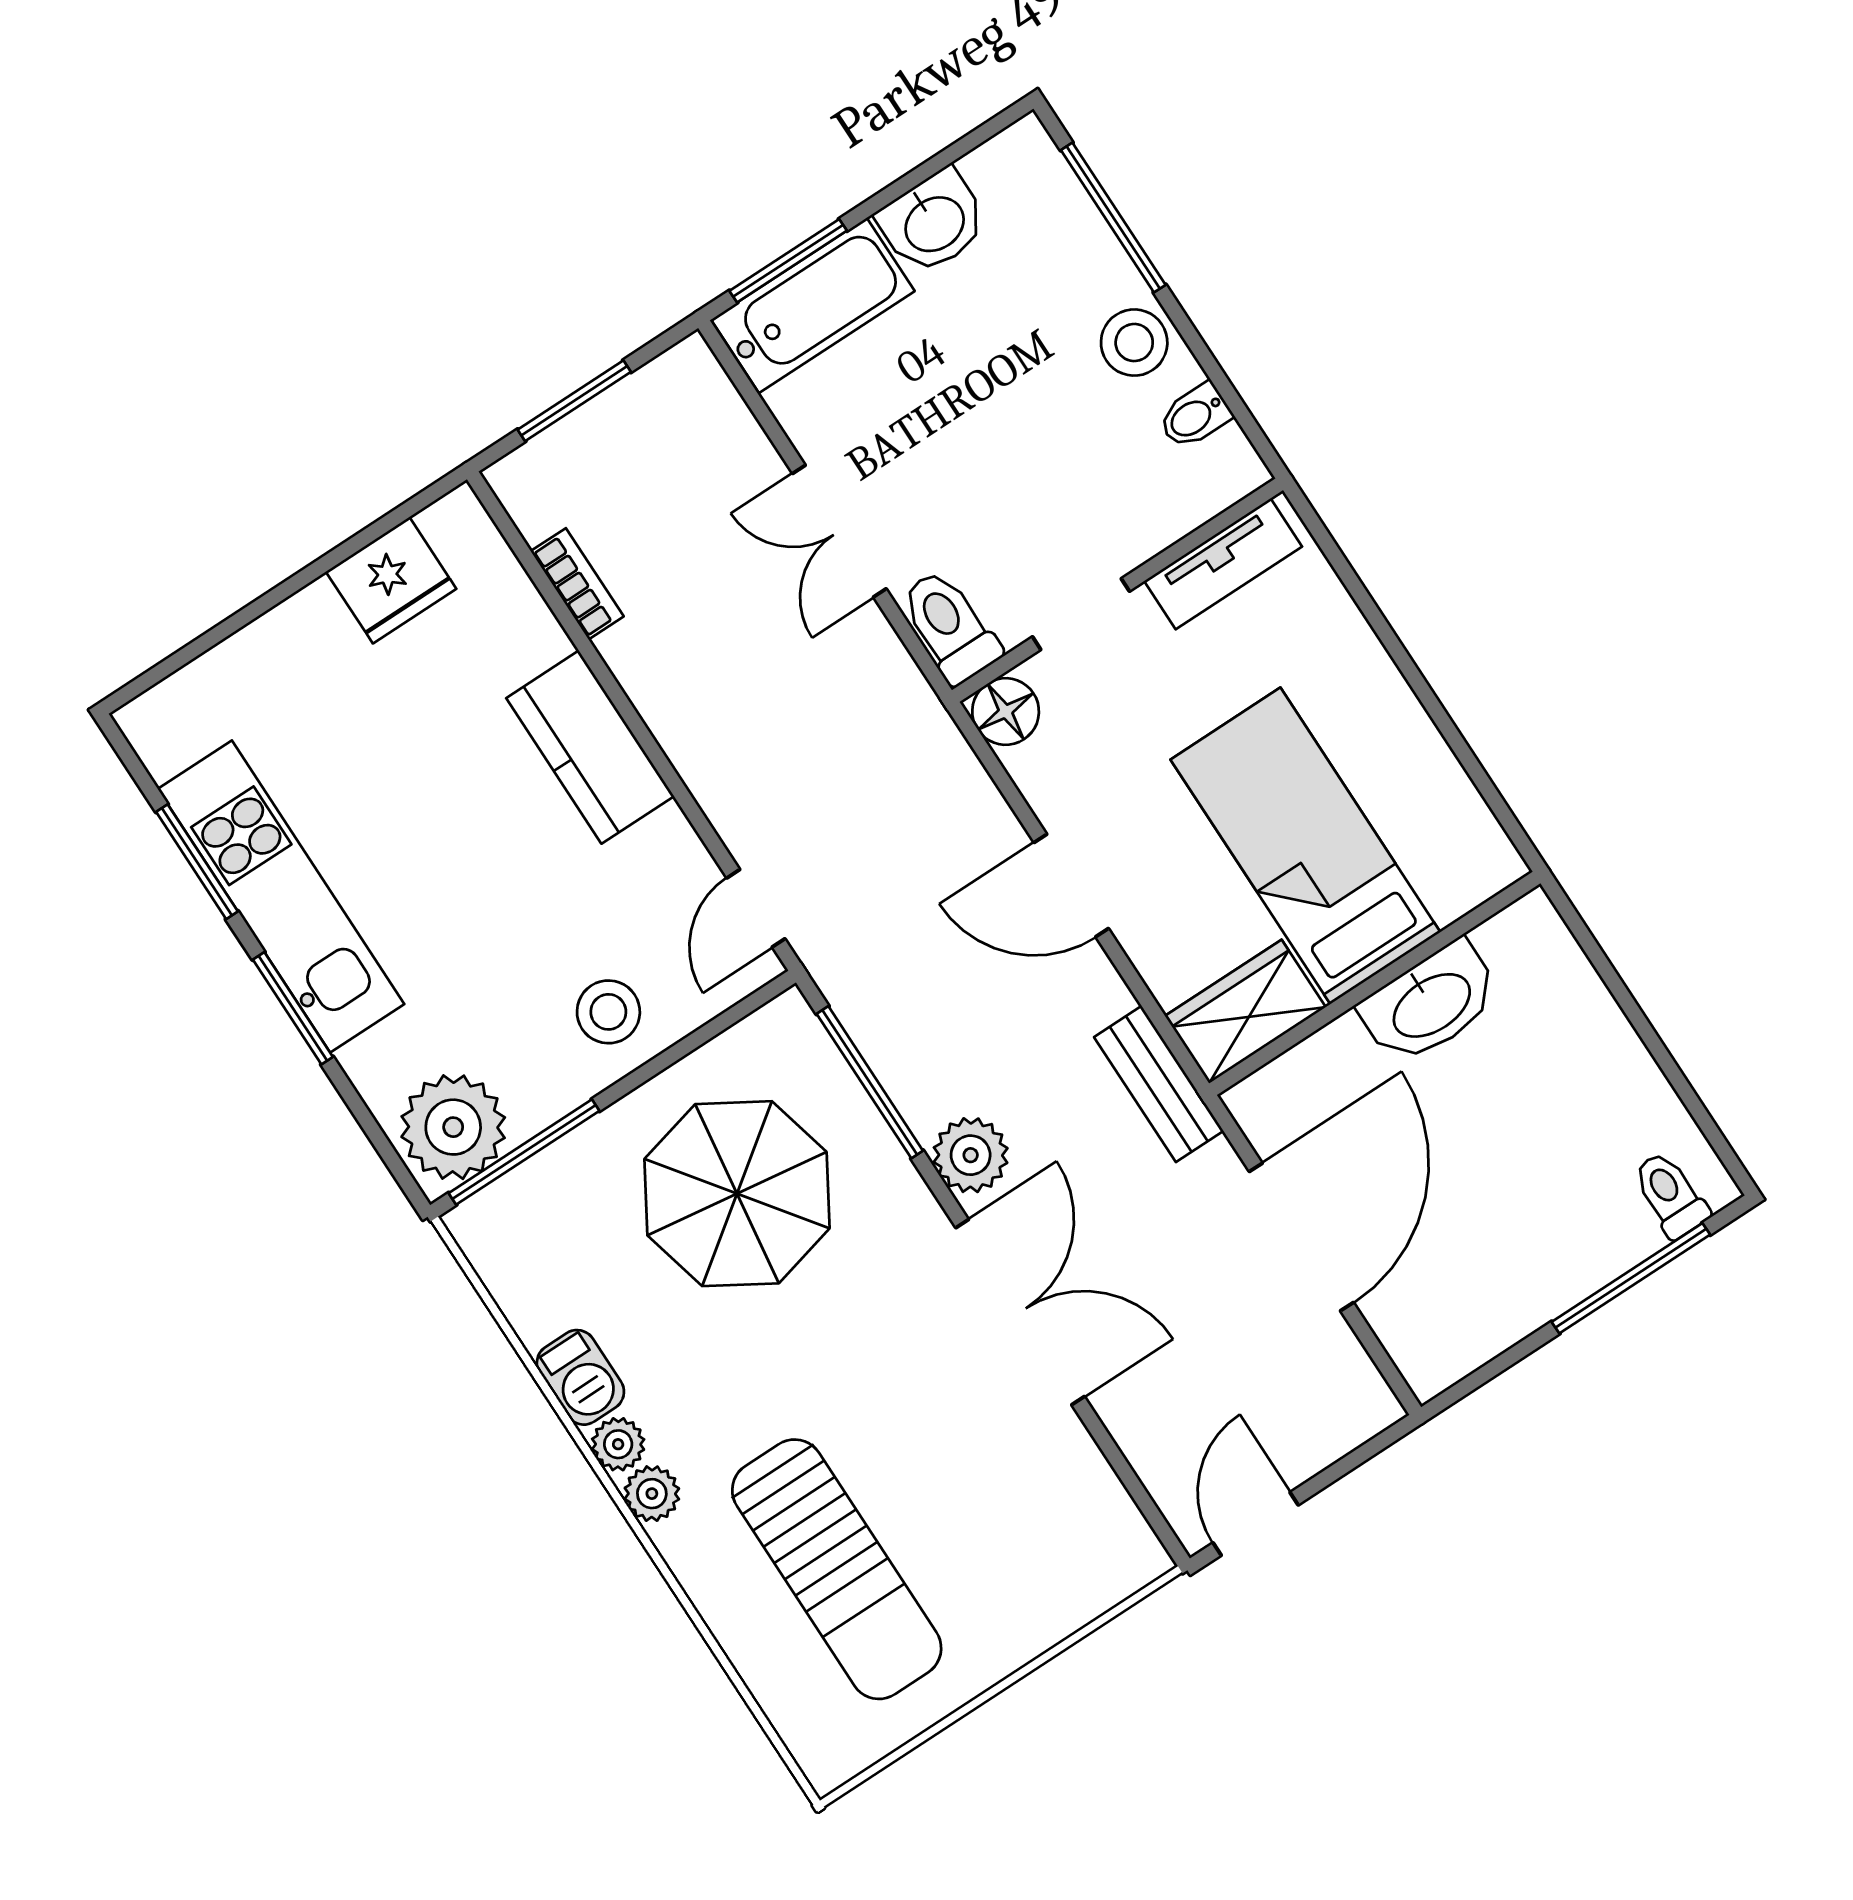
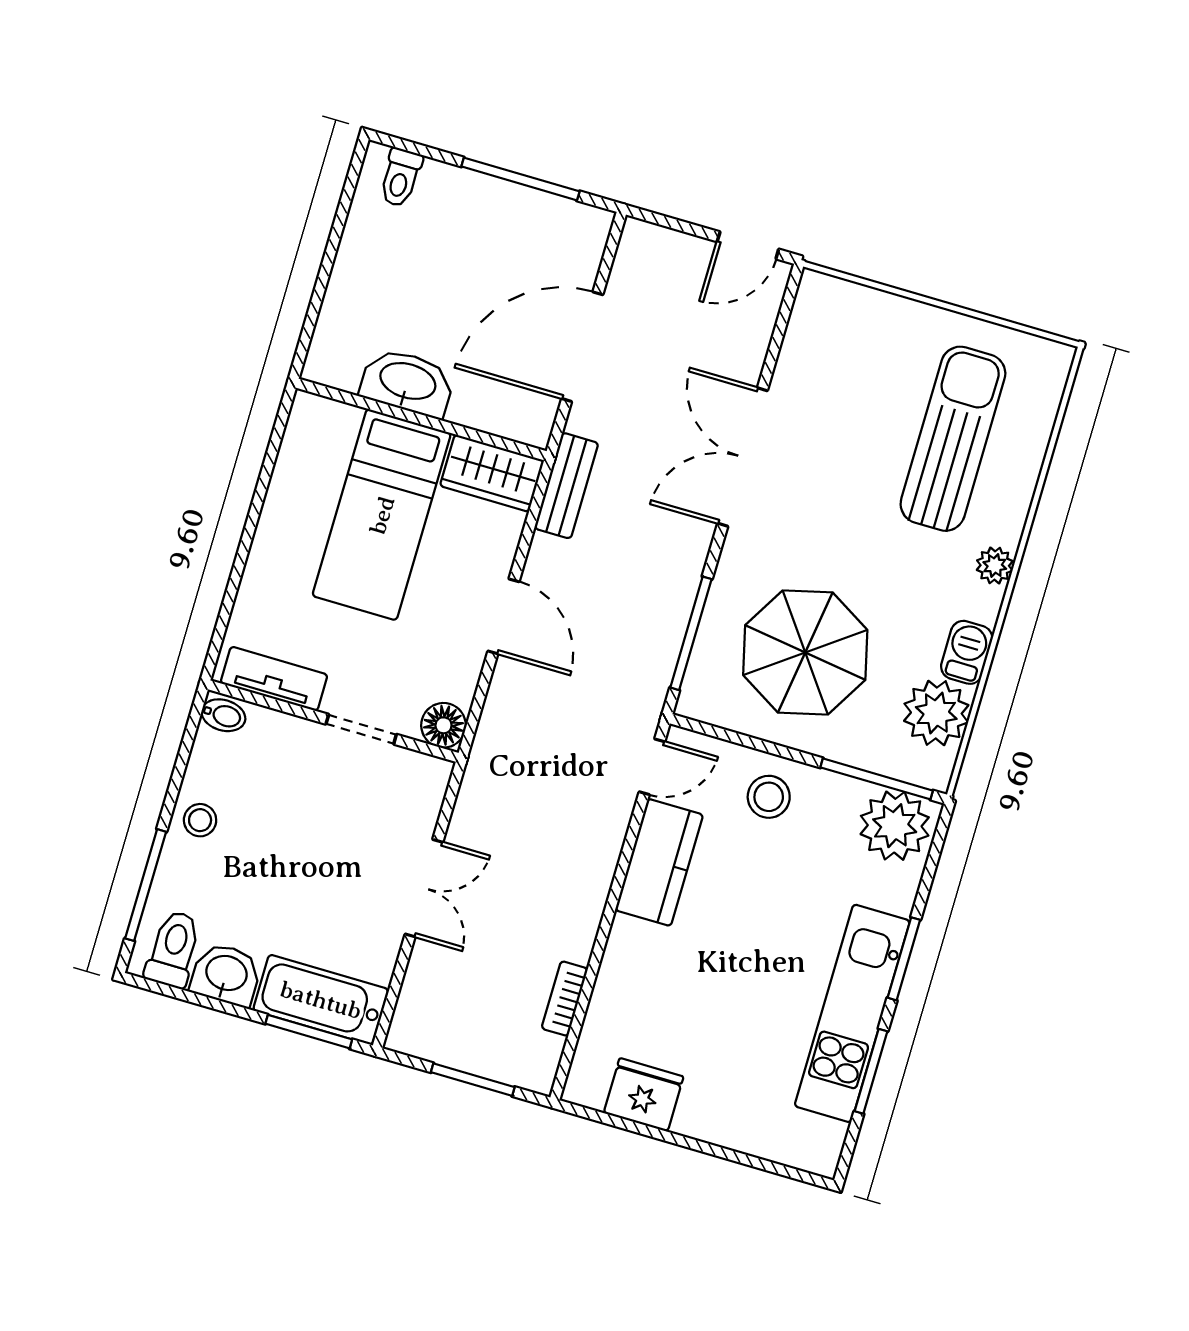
stool: (1134, 343) -> (200, 820), width x0.73, depth x0.73
bidet: (1195, 416) -> (223, 715), moved
toilet: (950, 626) -> (173, 949), moved, turned 180
kitchen counter: (590, 747) -> (659, 862), moved
plant: (971, 1155) -> (684, 550), removed
window: (1631, 1278) -> (520, 179), moved
plant: (618, 1444) -> (936, 713), moved, width x1.88, depth x1.88

